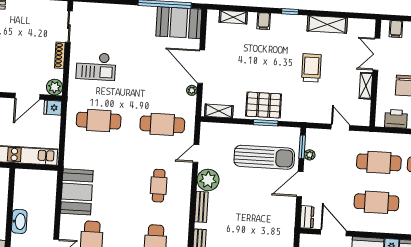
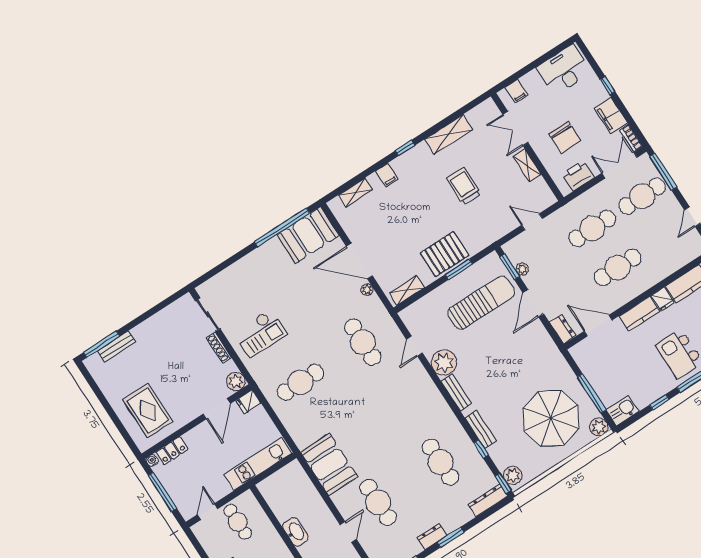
cafe table: (162, 124) -> (363, 342), turned 90
cafe table: (159, 186) -> (402, 402), removed

